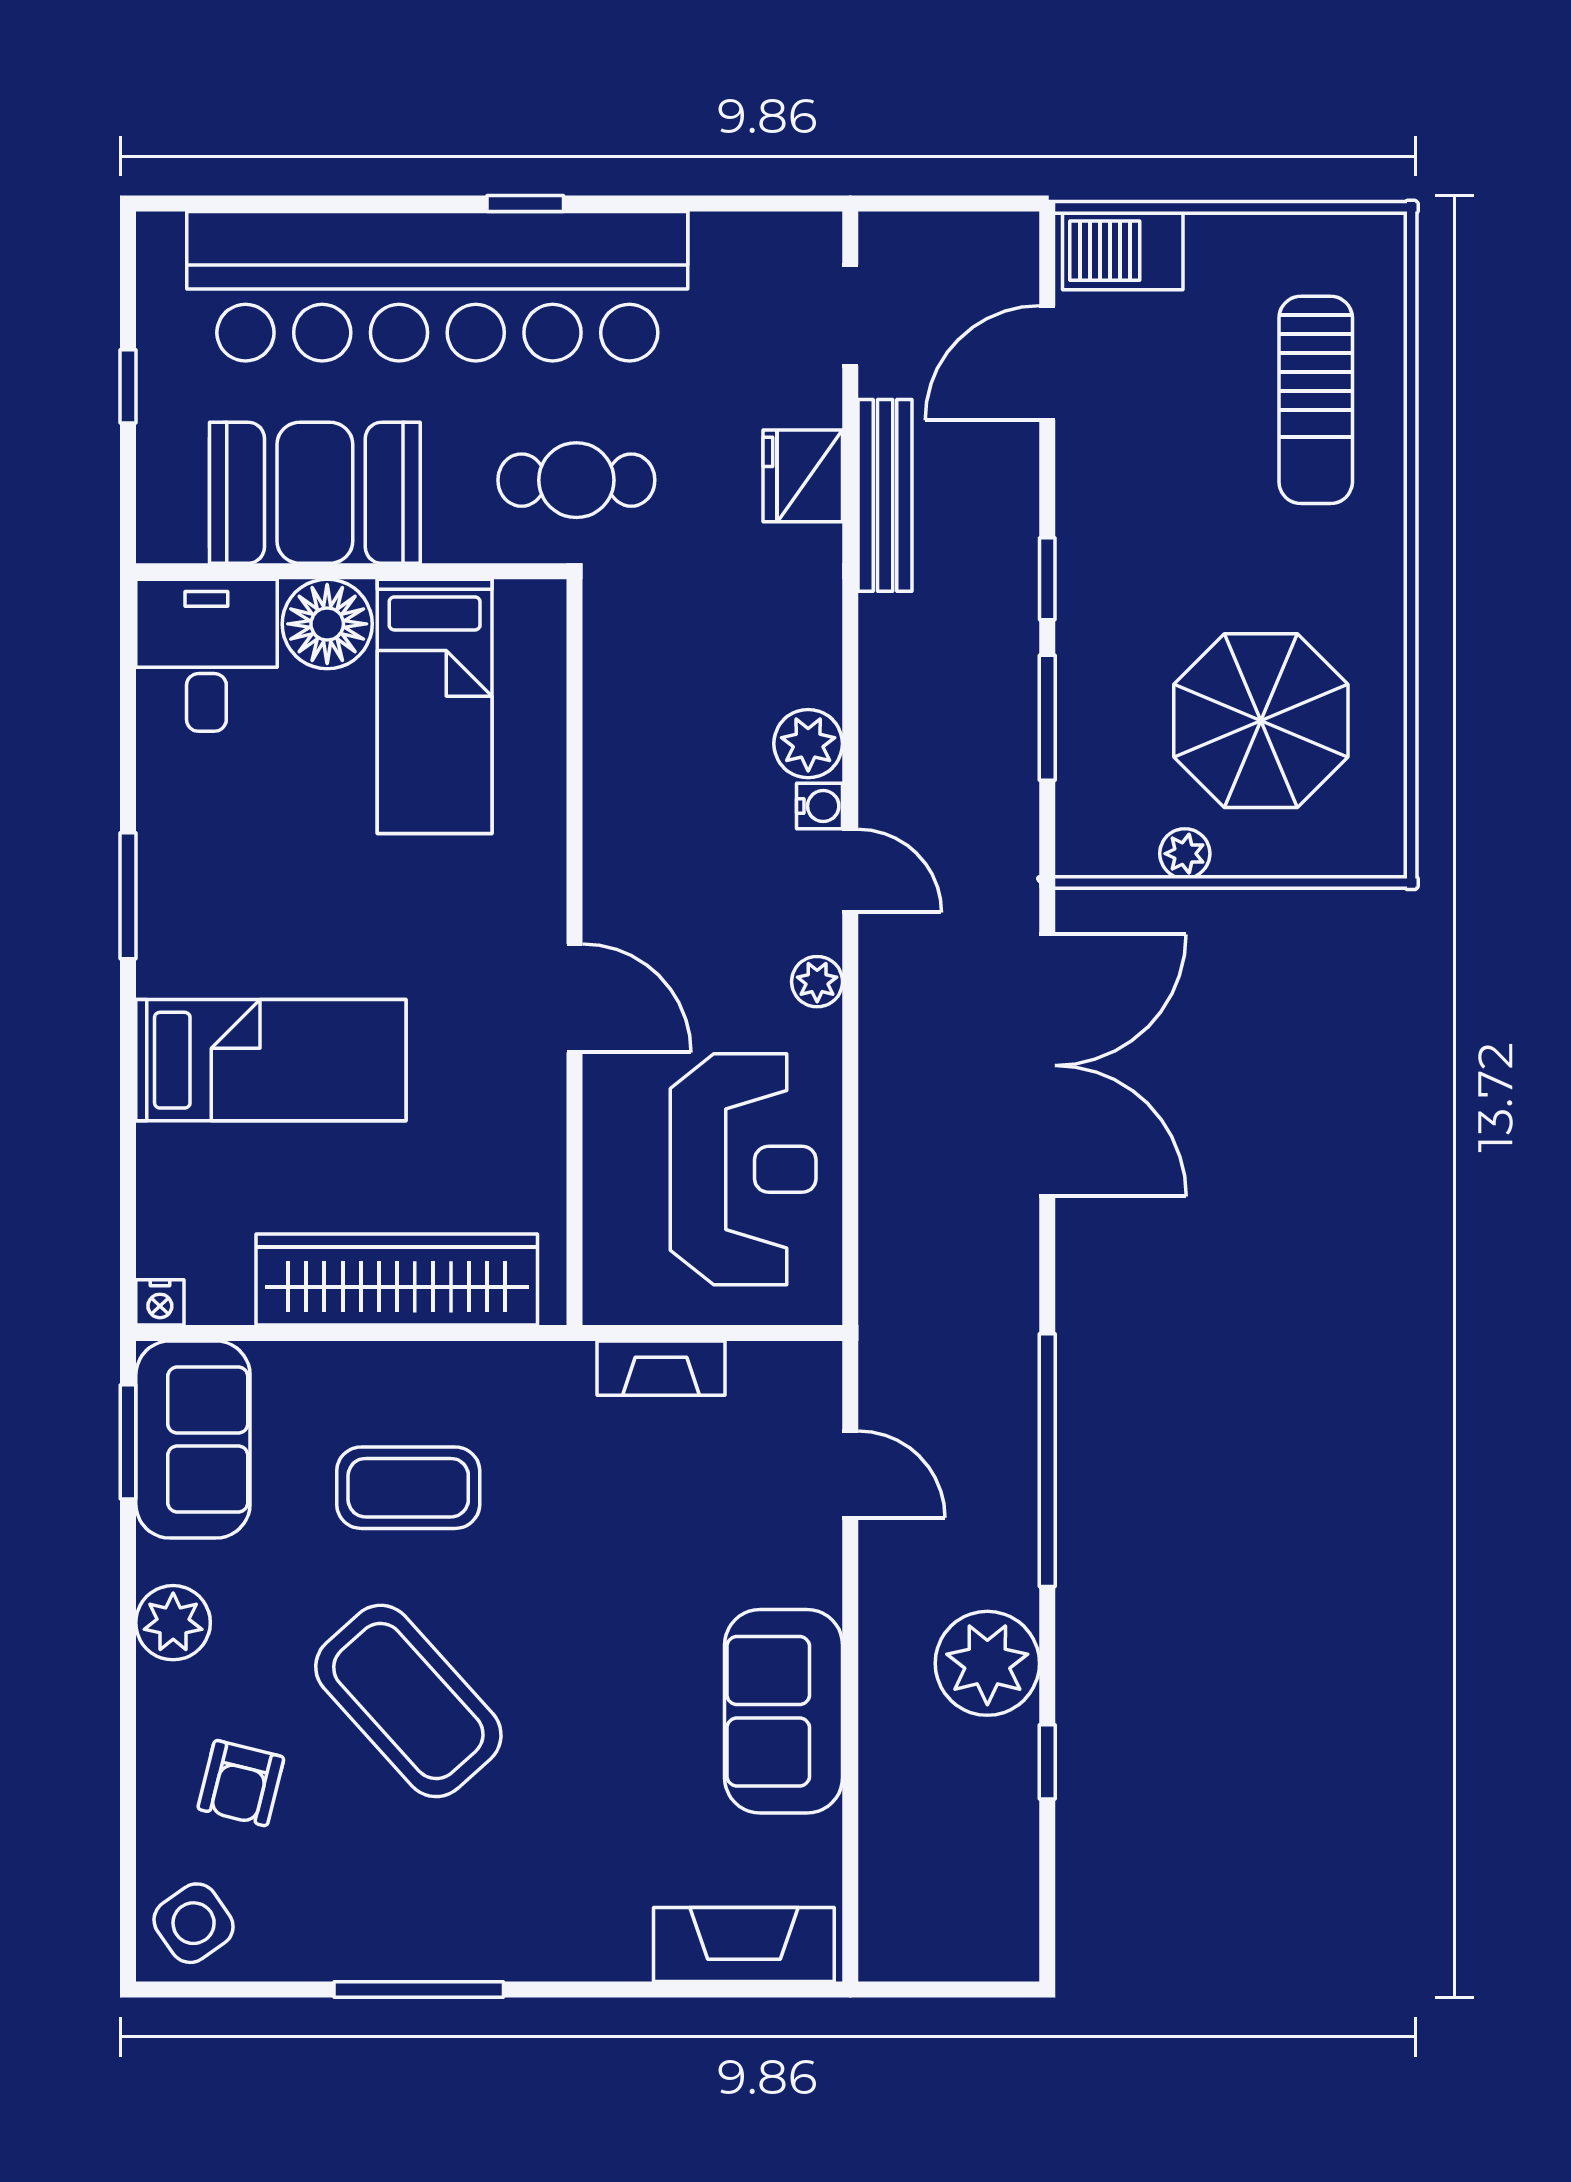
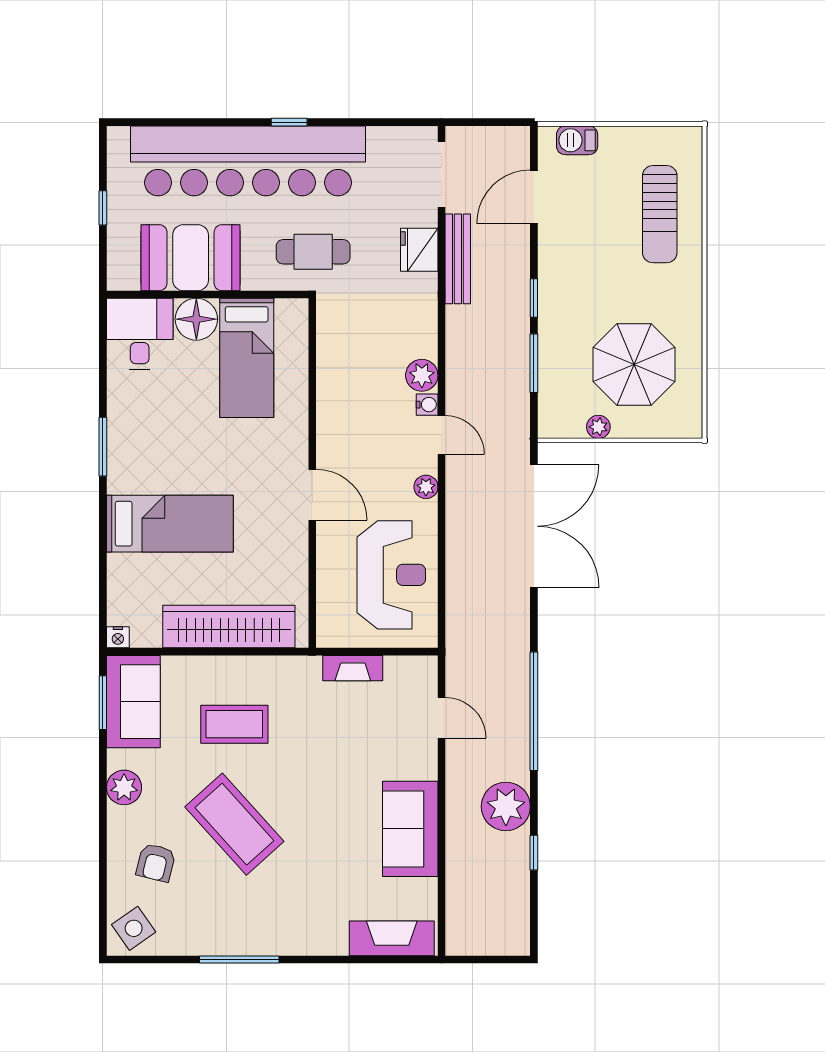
barbecue: (1123, 251) -> (577, 140), width x0.73, depth x0.79
doorway: (850, 315) -> (442, 174), width x1.38

